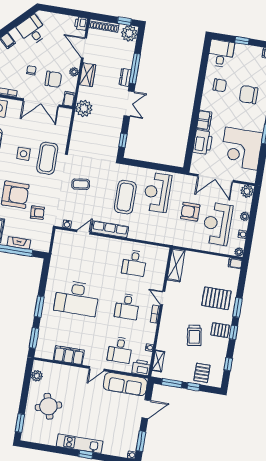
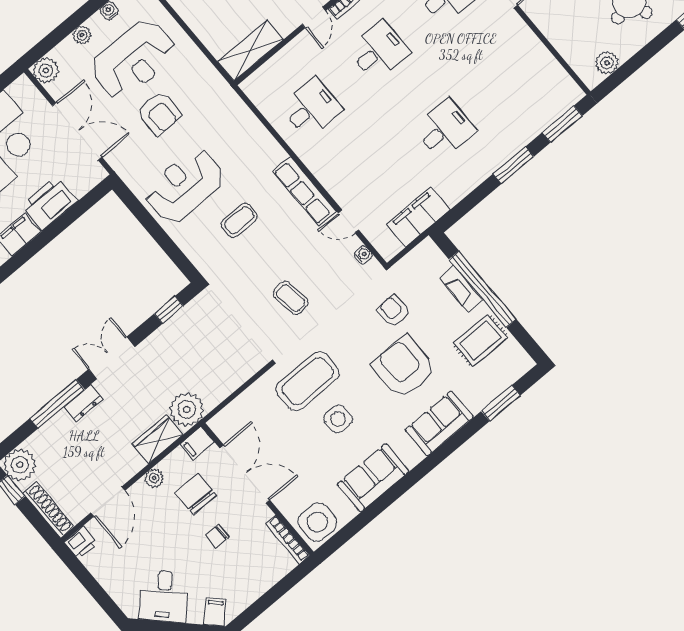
wardrobe: (87, 75) -> (158, 439), moved
reception desk: (157, 192) -> (184, 186), turned 180
coffee table: (125, 197) -> (239, 220), width x0.54, depth x0.58
desk: (77, 298) -> (445, 129), width x0.53, depth x0.77
filing cabinet: (69, 355) -> (418, 217), moved, turned 90

